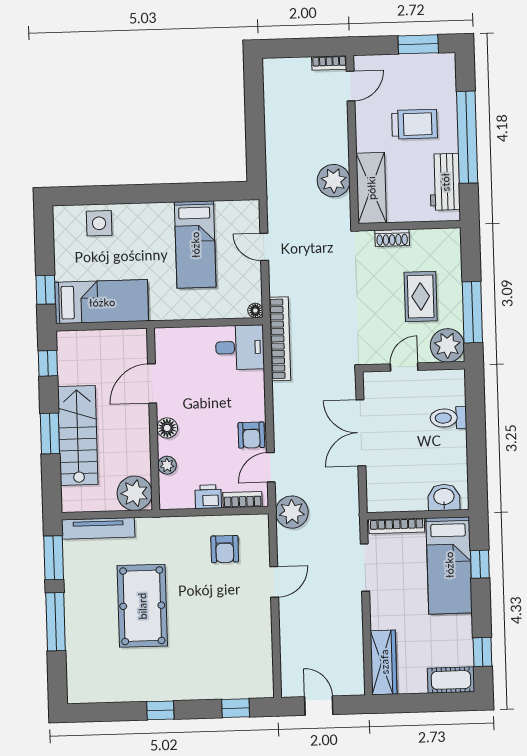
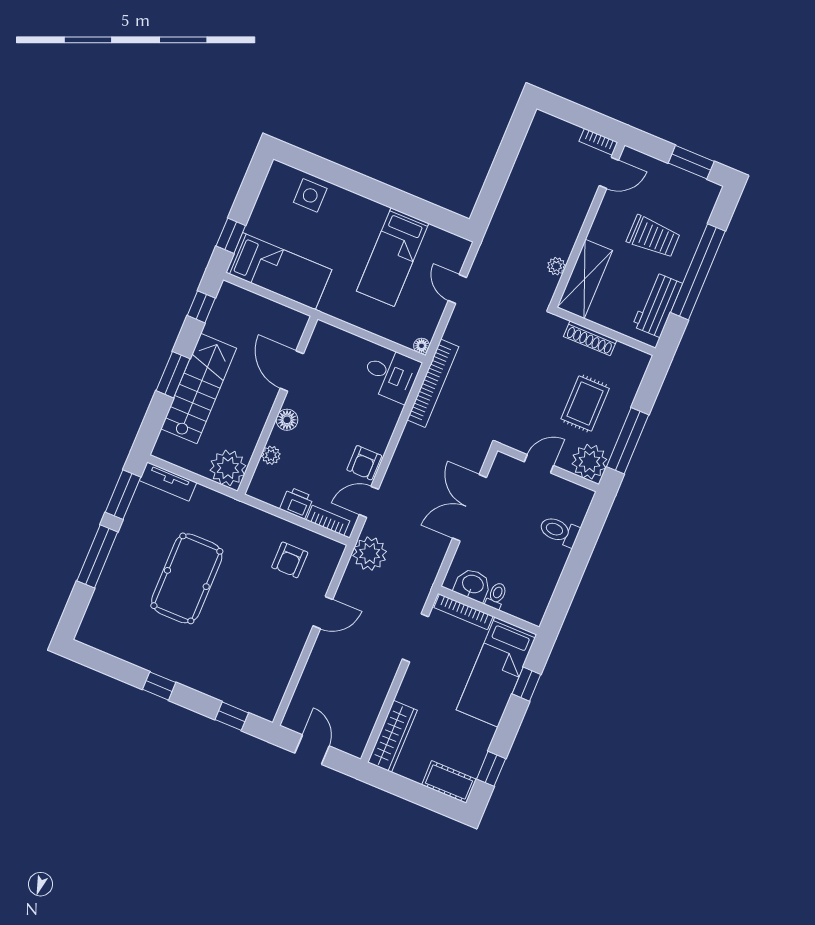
plant: (334, 181) -> (556, 266), width x0.53, depth x0.53
shoe rack: (392, 238) -> (590, 338), width x1.43
door: (152, 384) -> (292, 371), hinge flipped
washbasin: (444, 497) -> (473, 585), moved
toilet: (419, 499) -> (496, 596), added
tv unit: (98, 528) -> (168, 482), width x0.71

